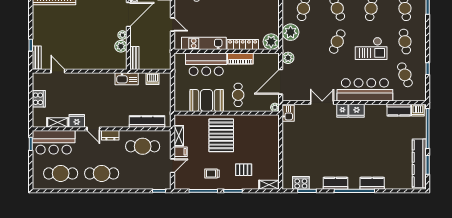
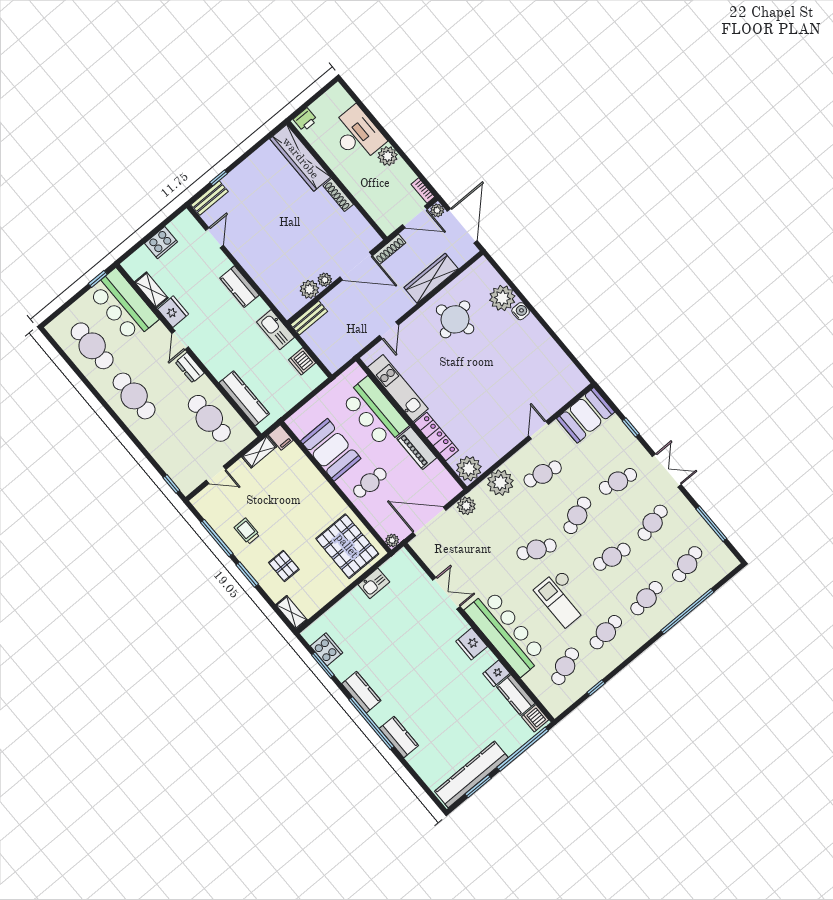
kitchen counter: (91, 79) -> (239, 287), added
fridge: (342, 111) -> (496, 673), moved
kitchen sink: (288, 113) -> (374, 583), moved
pallet: (221, 135) -> (347, 546), moved, turned 90
filing cabinet: (181, 152) -> (281, 437), moved

